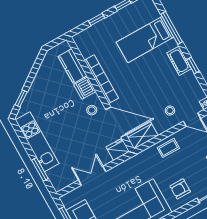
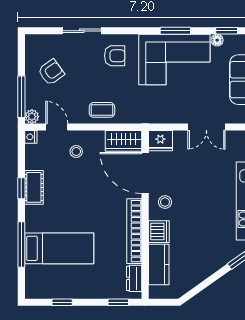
window: (97, 19) -> (118, 302), moved
dresser: (84, 48) -> (134, 278), added
cot: (179, 61) -> (34, 187), moved

